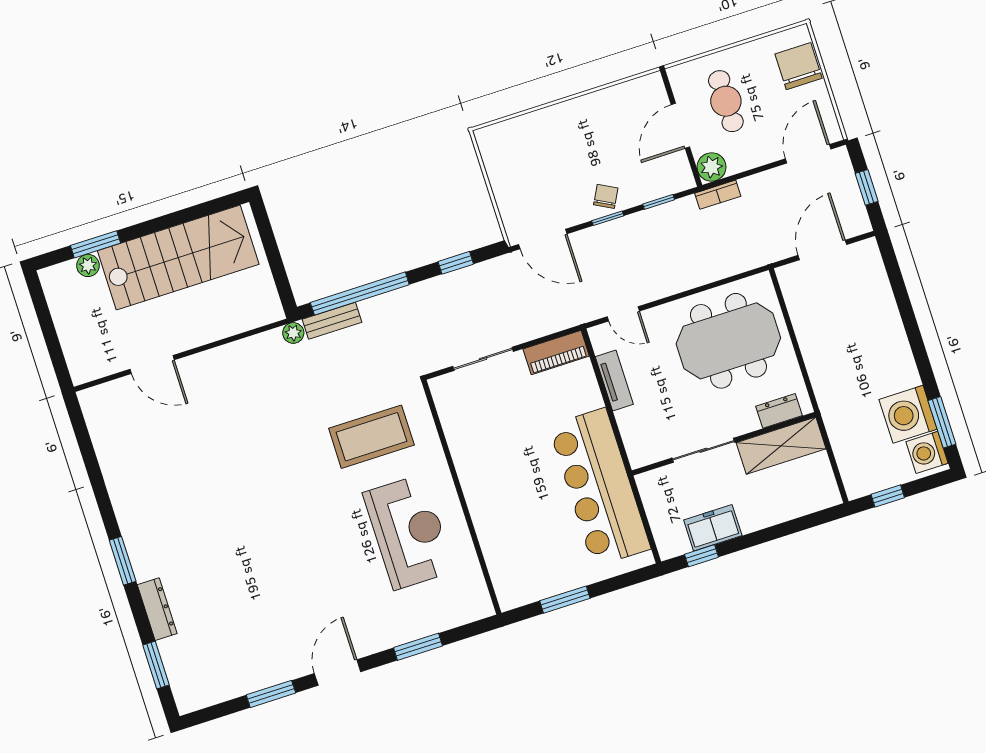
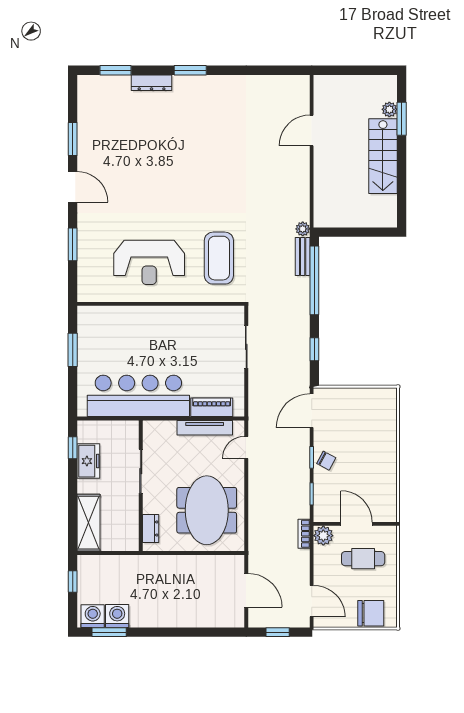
stairs: (178, 258) -> (383, 156), width x0.73, depth x0.66
piano: (556, 353) -> (212, 407), moved, turned 90
tv unit: (614, 381) -> (205, 428), width x1.41
washing machine: (908, 414) -> (117, 616), width x0.73, depth x0.73
shelving: (781, 446) -> (89, 523), moved

